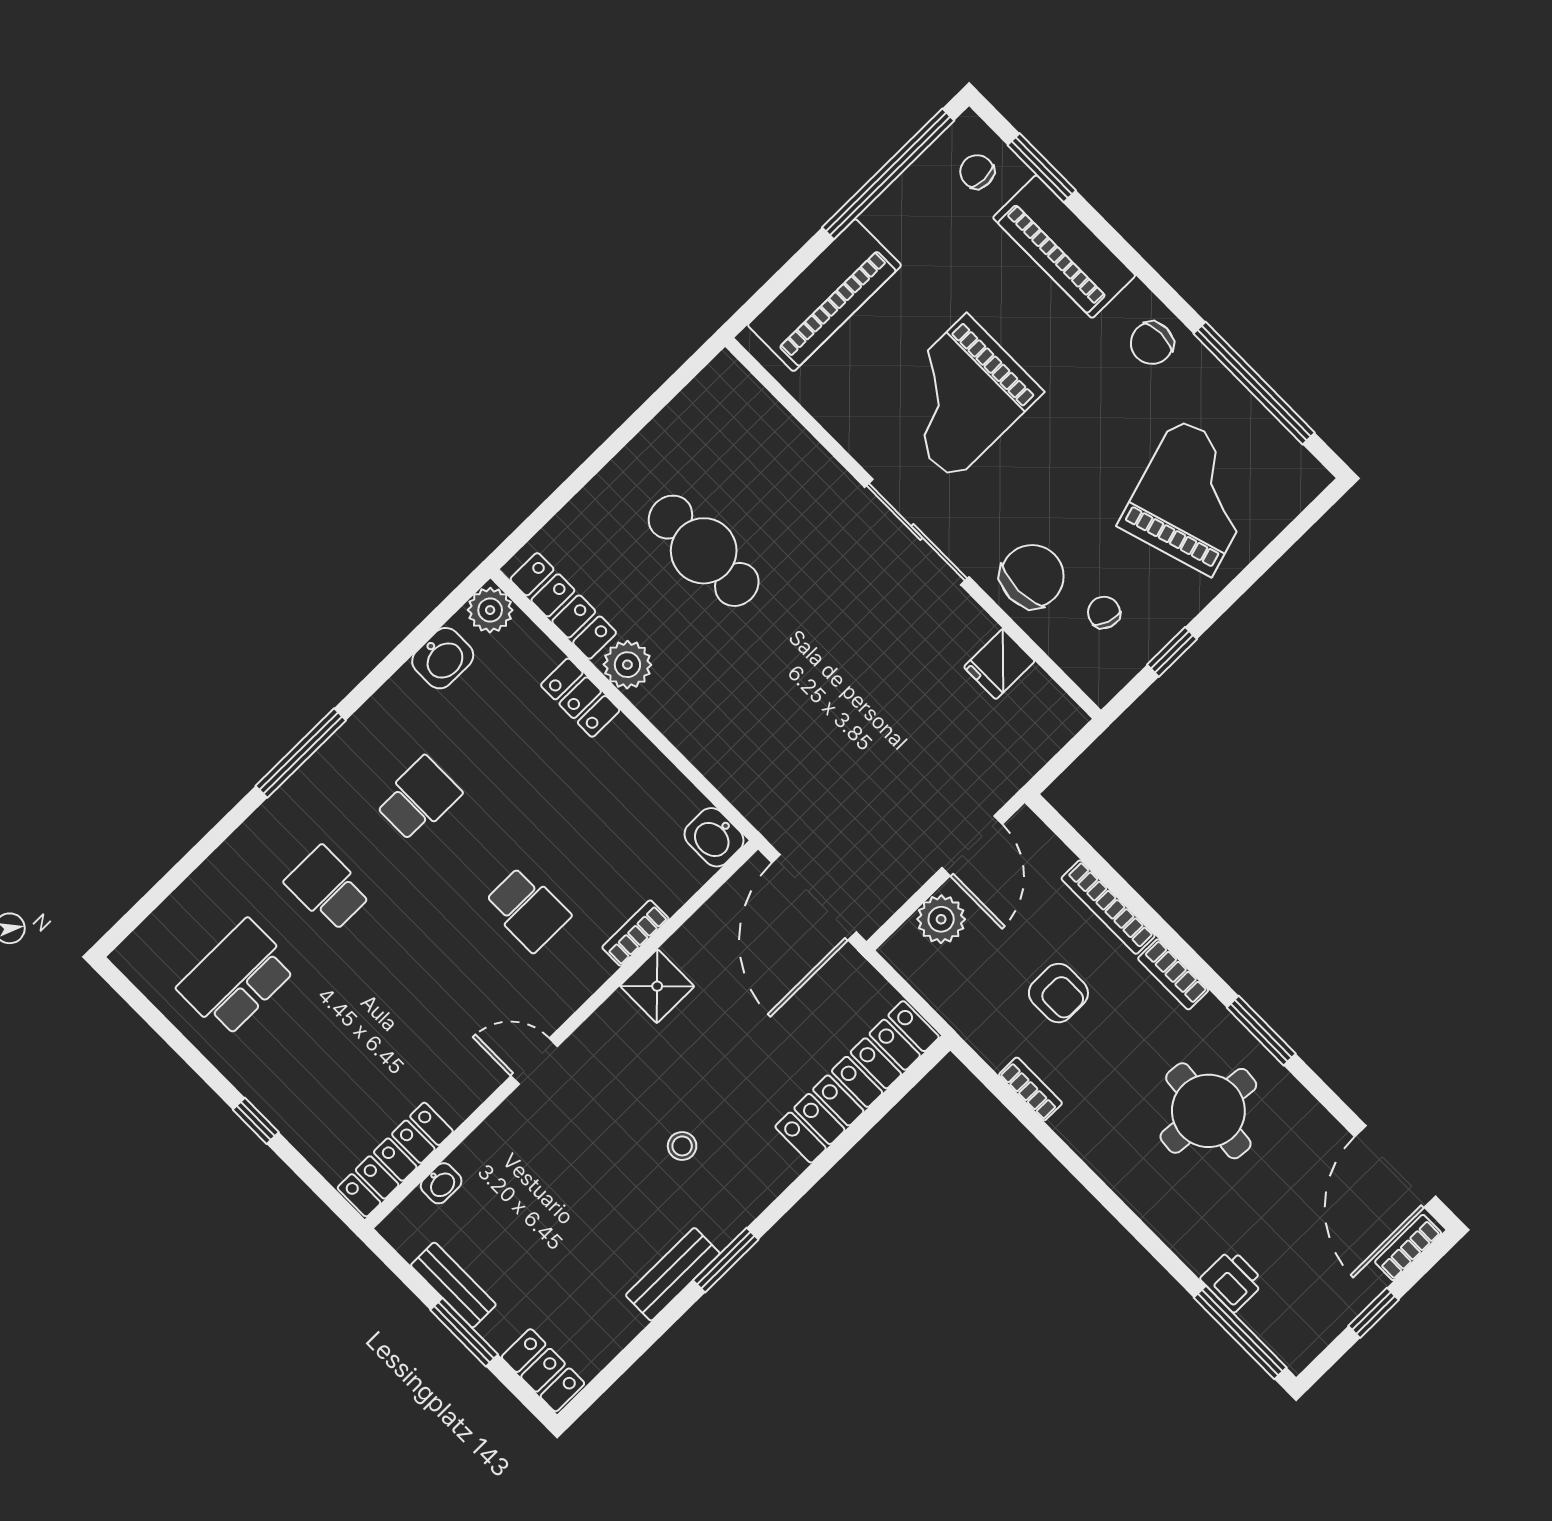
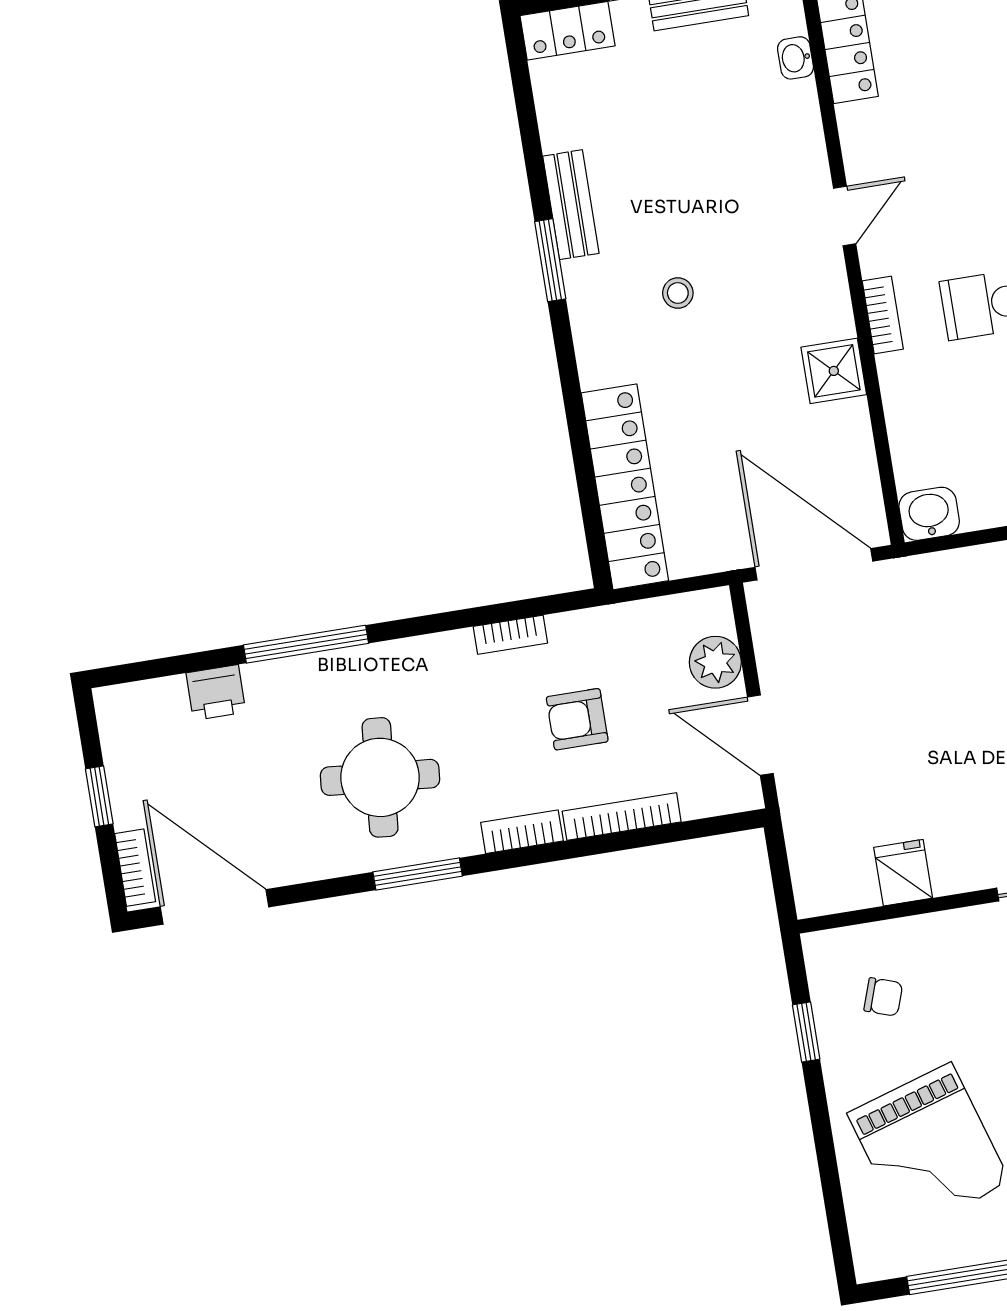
chair: (1032, 576) -> (960, 956), removed
bookcase: (635, 933) -> (883, 315), moved
window: (1240, 1332) -> (306, 644), moved

